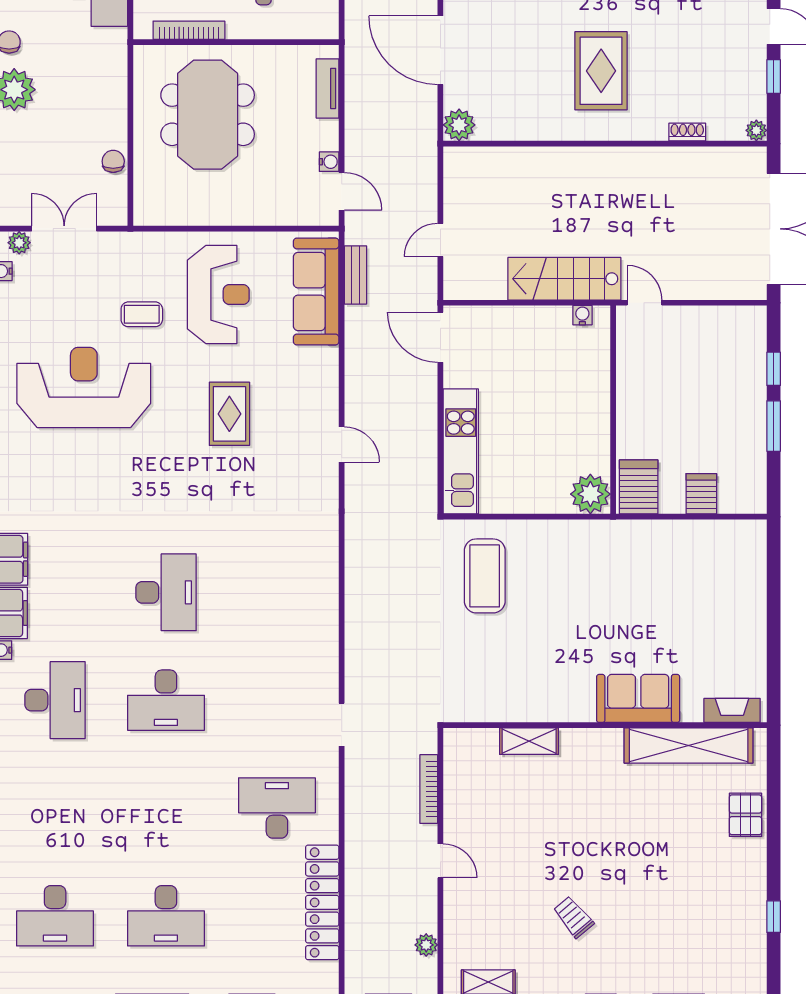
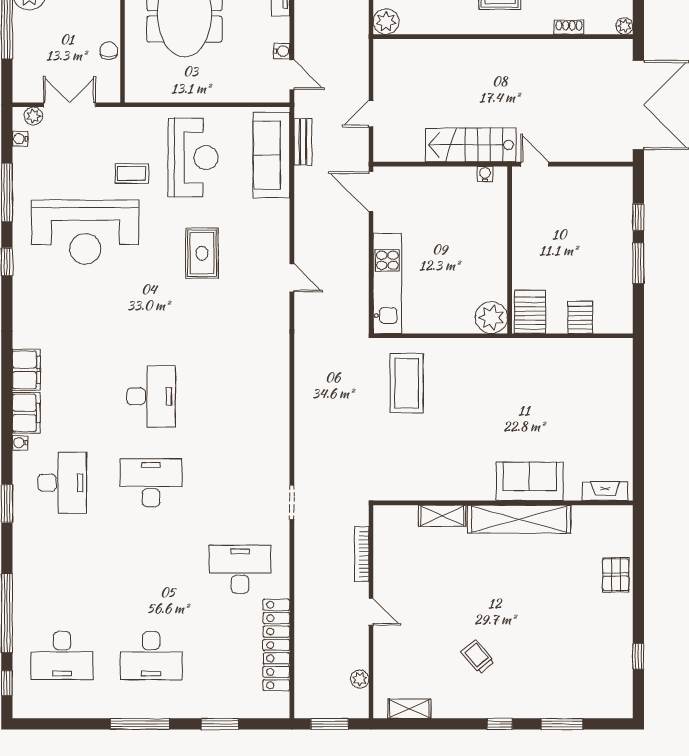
reception desk: (84, 387) -> (85, 232), turned 180
desk: (166, 700) -> (151, 483), turned 180
shelving: (689, 746) -> (519, 519), moved

